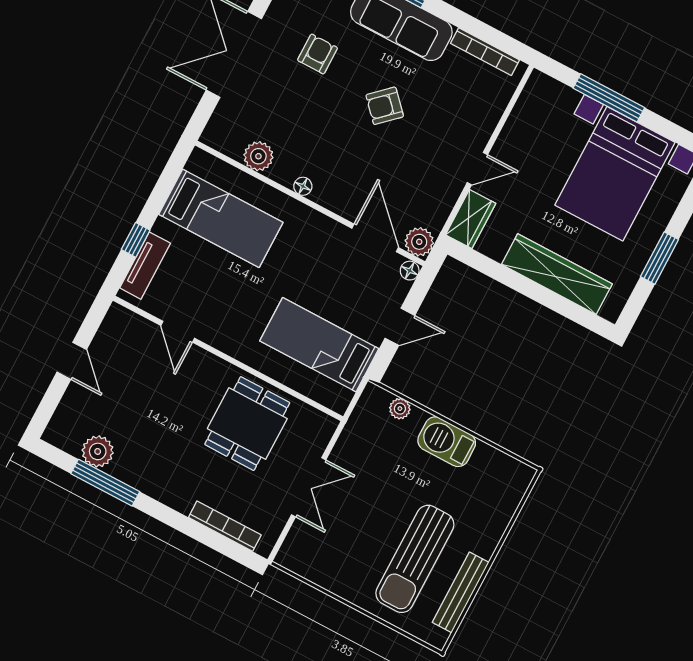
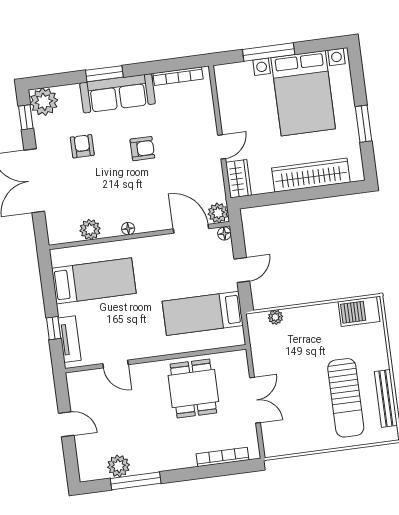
armchair: (385, 106) -> (142, 149), turned -137
barbecue: (447, 442) -> (359, 311), moved

